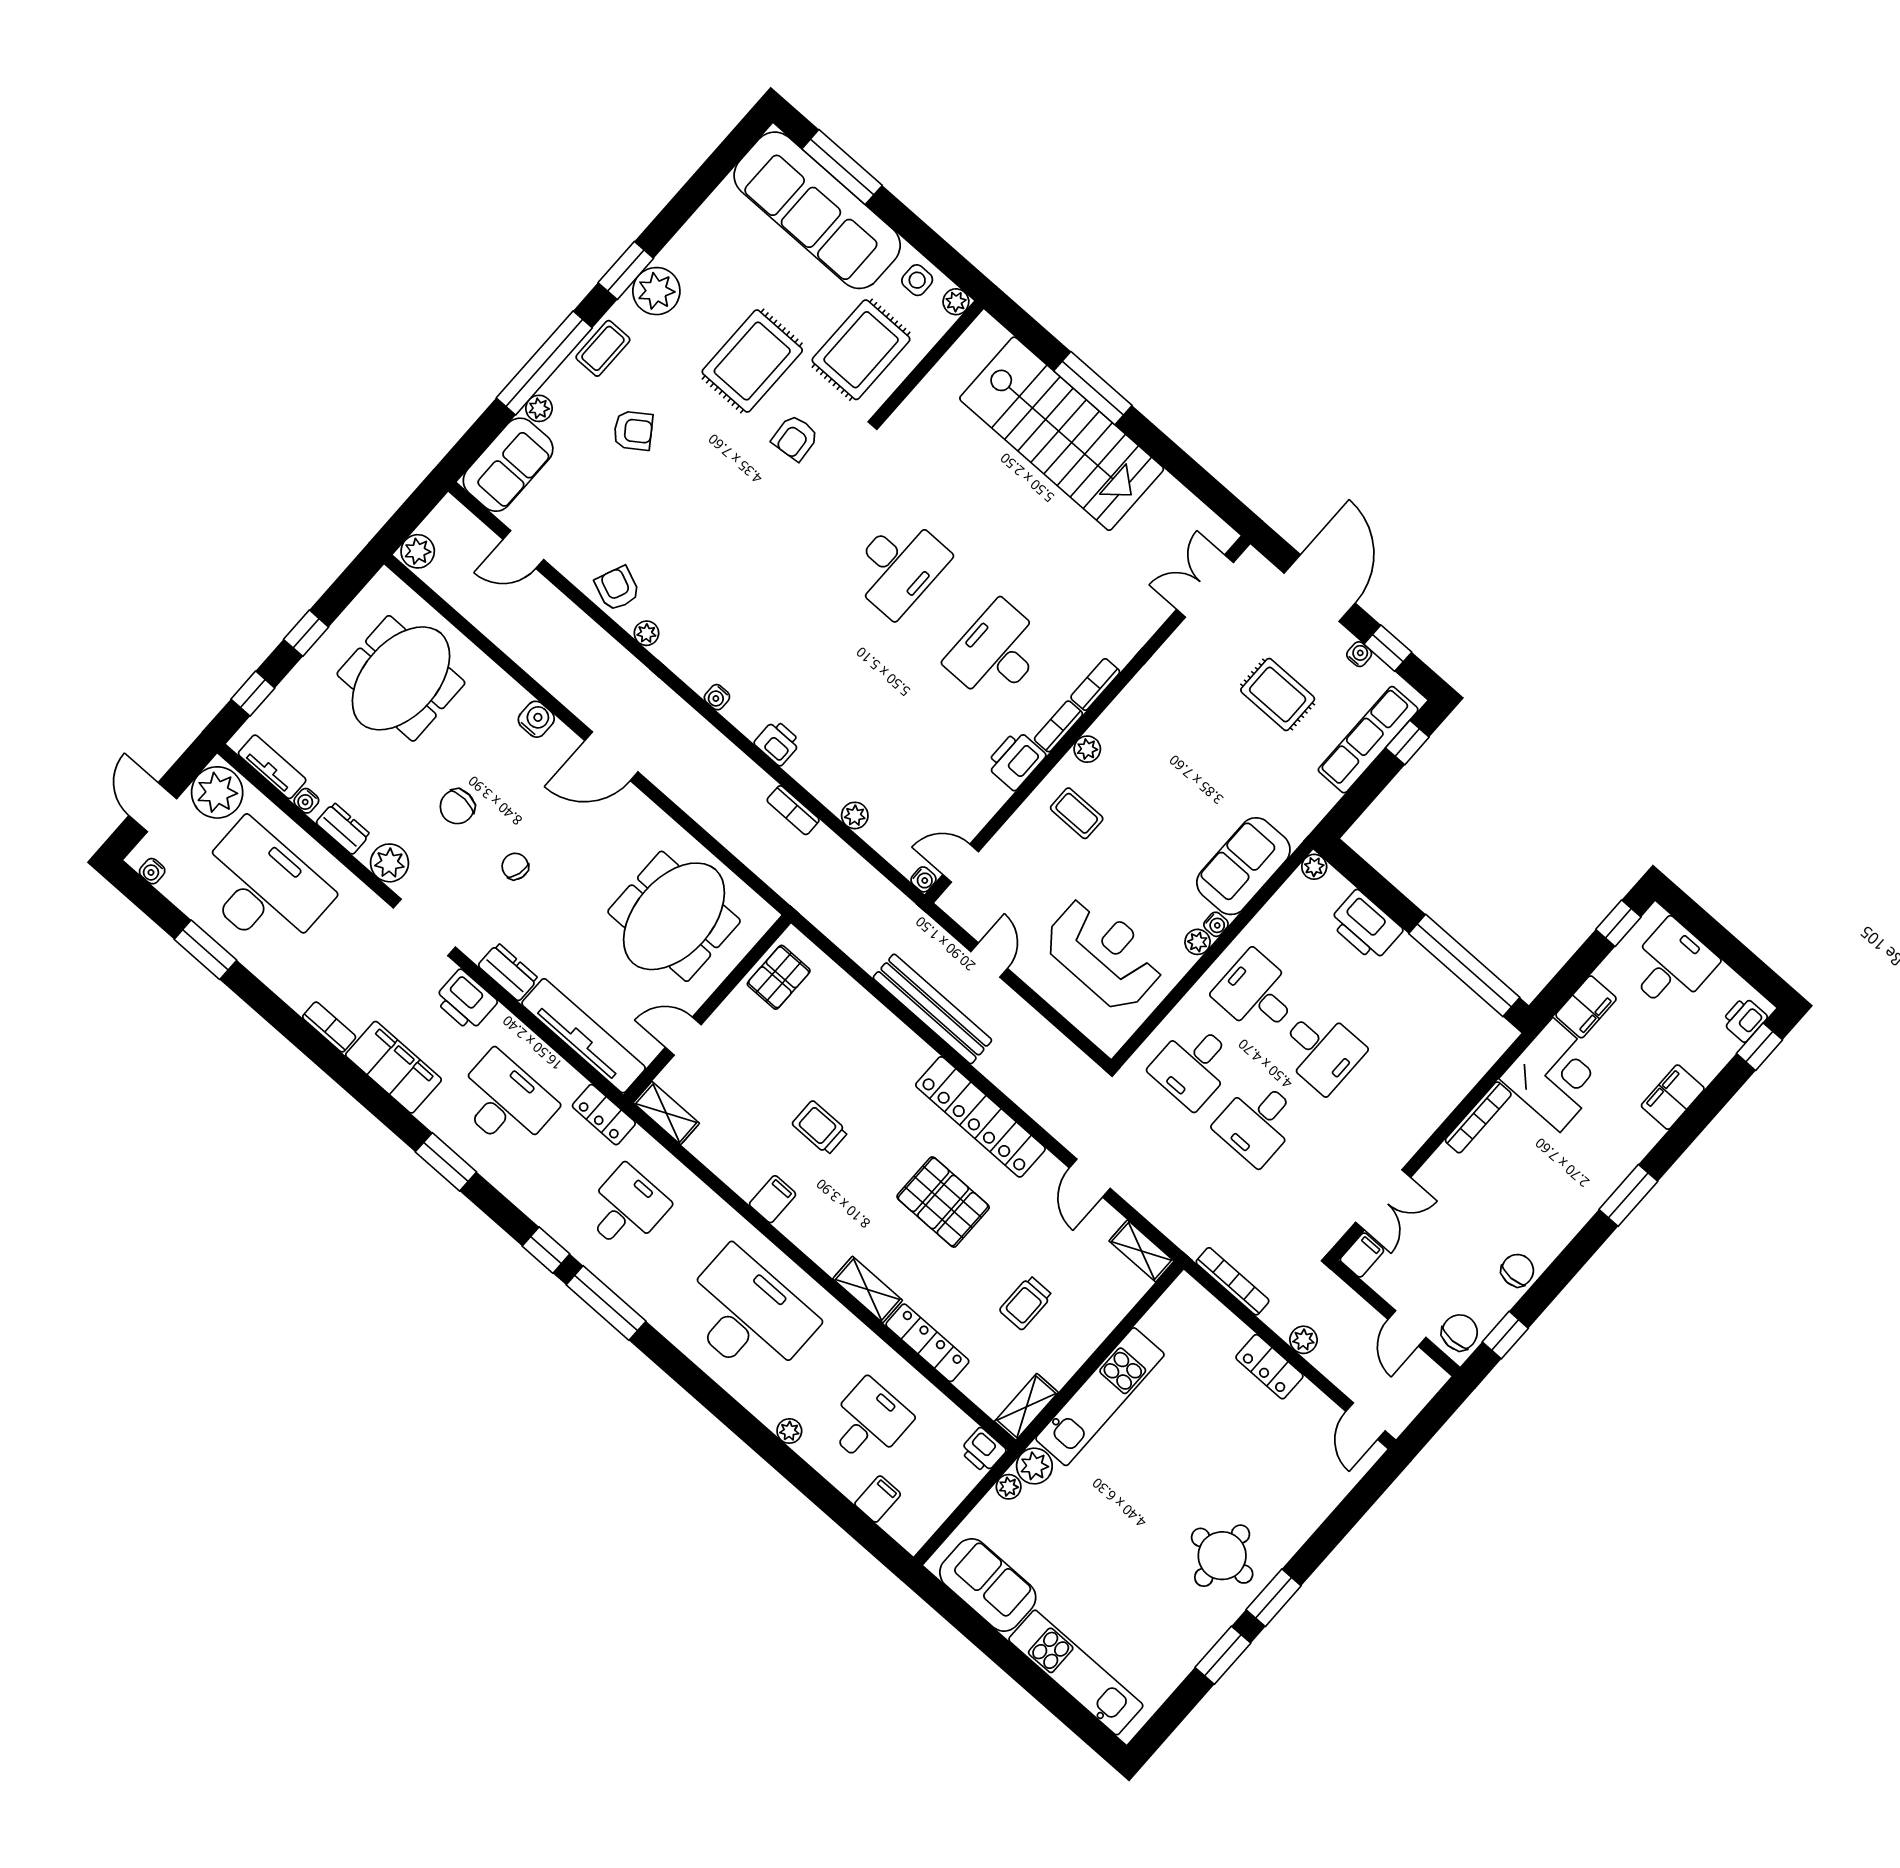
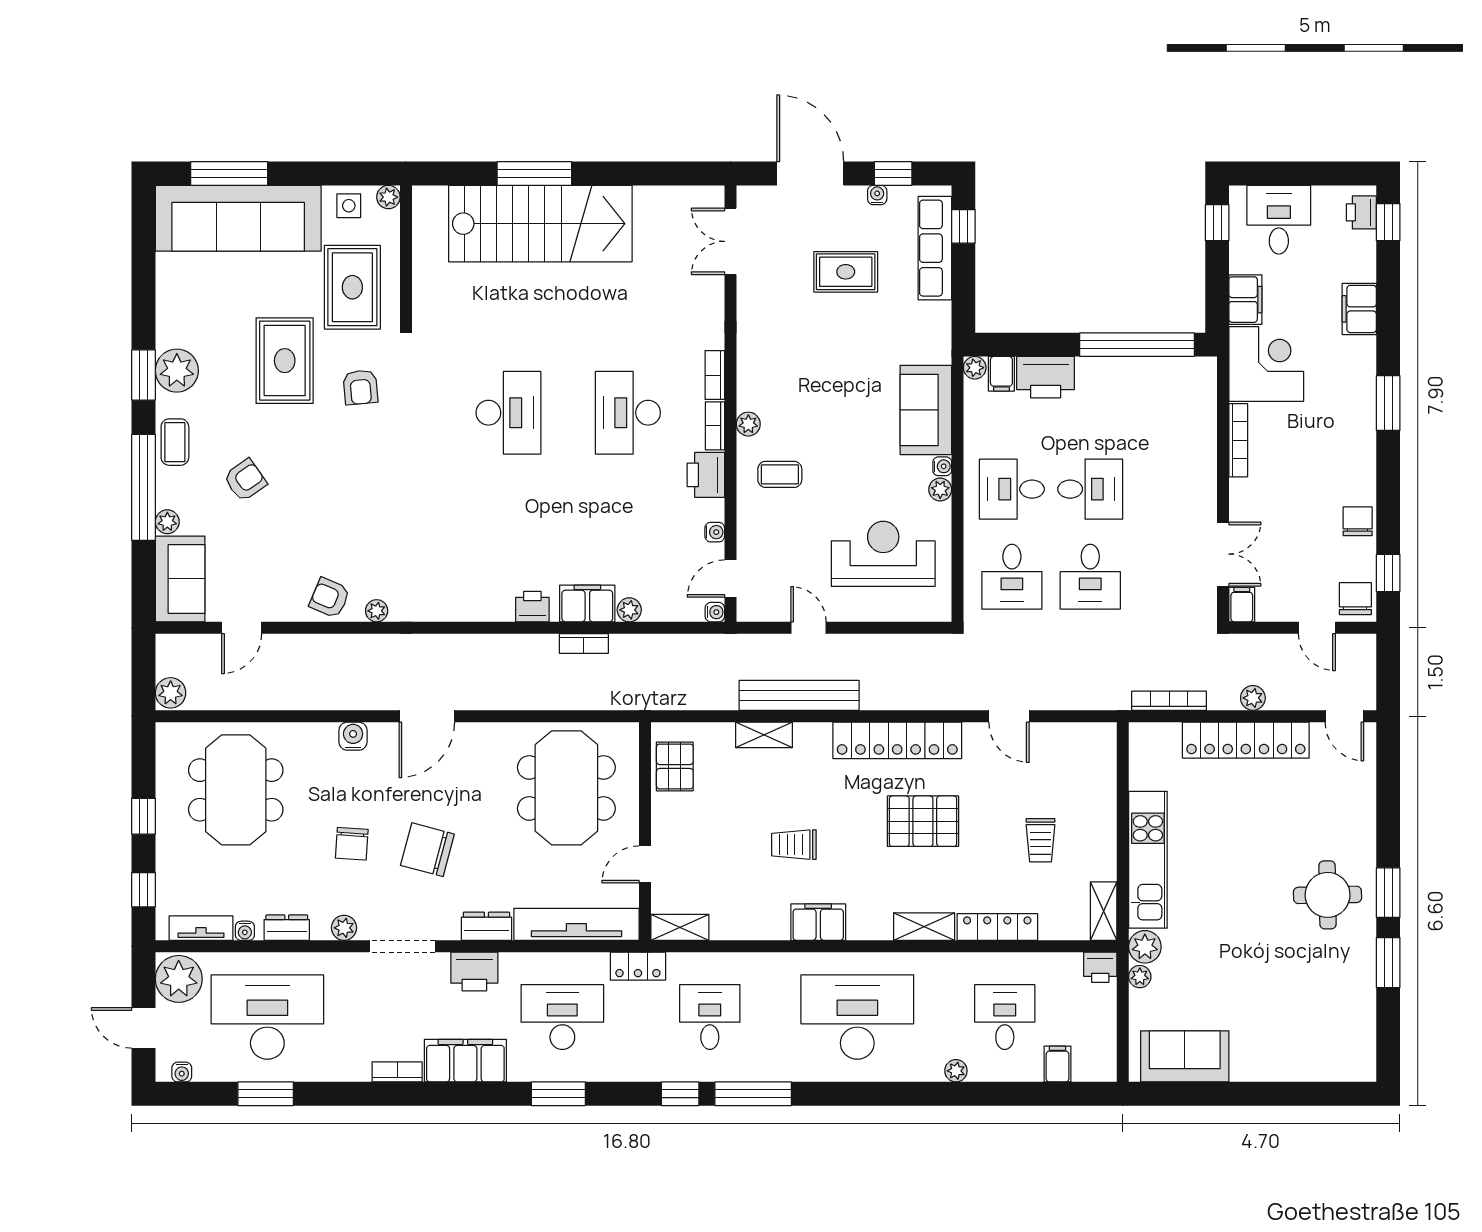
water cooler: (717, 697) -> (715, 532), moved, turned -90
filing cabinet: (825, 780) -> (587, 603), added
plant: (390, 863) -> (344, 928), width x0.73, depth x0.73
chair: (515, 866) -> (427, 850), width x1.87, depth x1.87
filing cabinet: (1332, 891) -> (1001, 374), added
filing cabinet: (773, 1199) -> (818, 922), width x2.00
shelving: (1141, 1251) -> (764, 735), moved
locker: (1269, 1367) -> (1246, 740), width x2.16, depth x1.21
kitchen unit: (1076, 1673) -> (1298, 1063), removed

